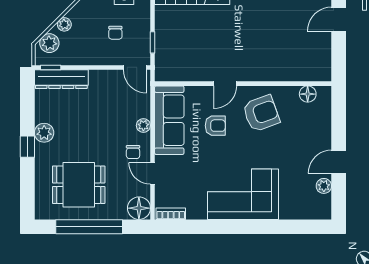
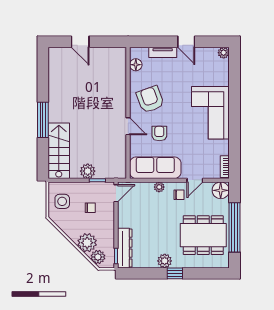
plant: (64, 24) -> (87, 243), width x1.88, depth x1.88
plant: (165, 29) -> (88, 171), added
tv unit: (324, 130) -> (163, 52), added
dining table: (79, 185) -> (203, 235), width x1.38
plant: (324, 186) -> (224, 53), moved

